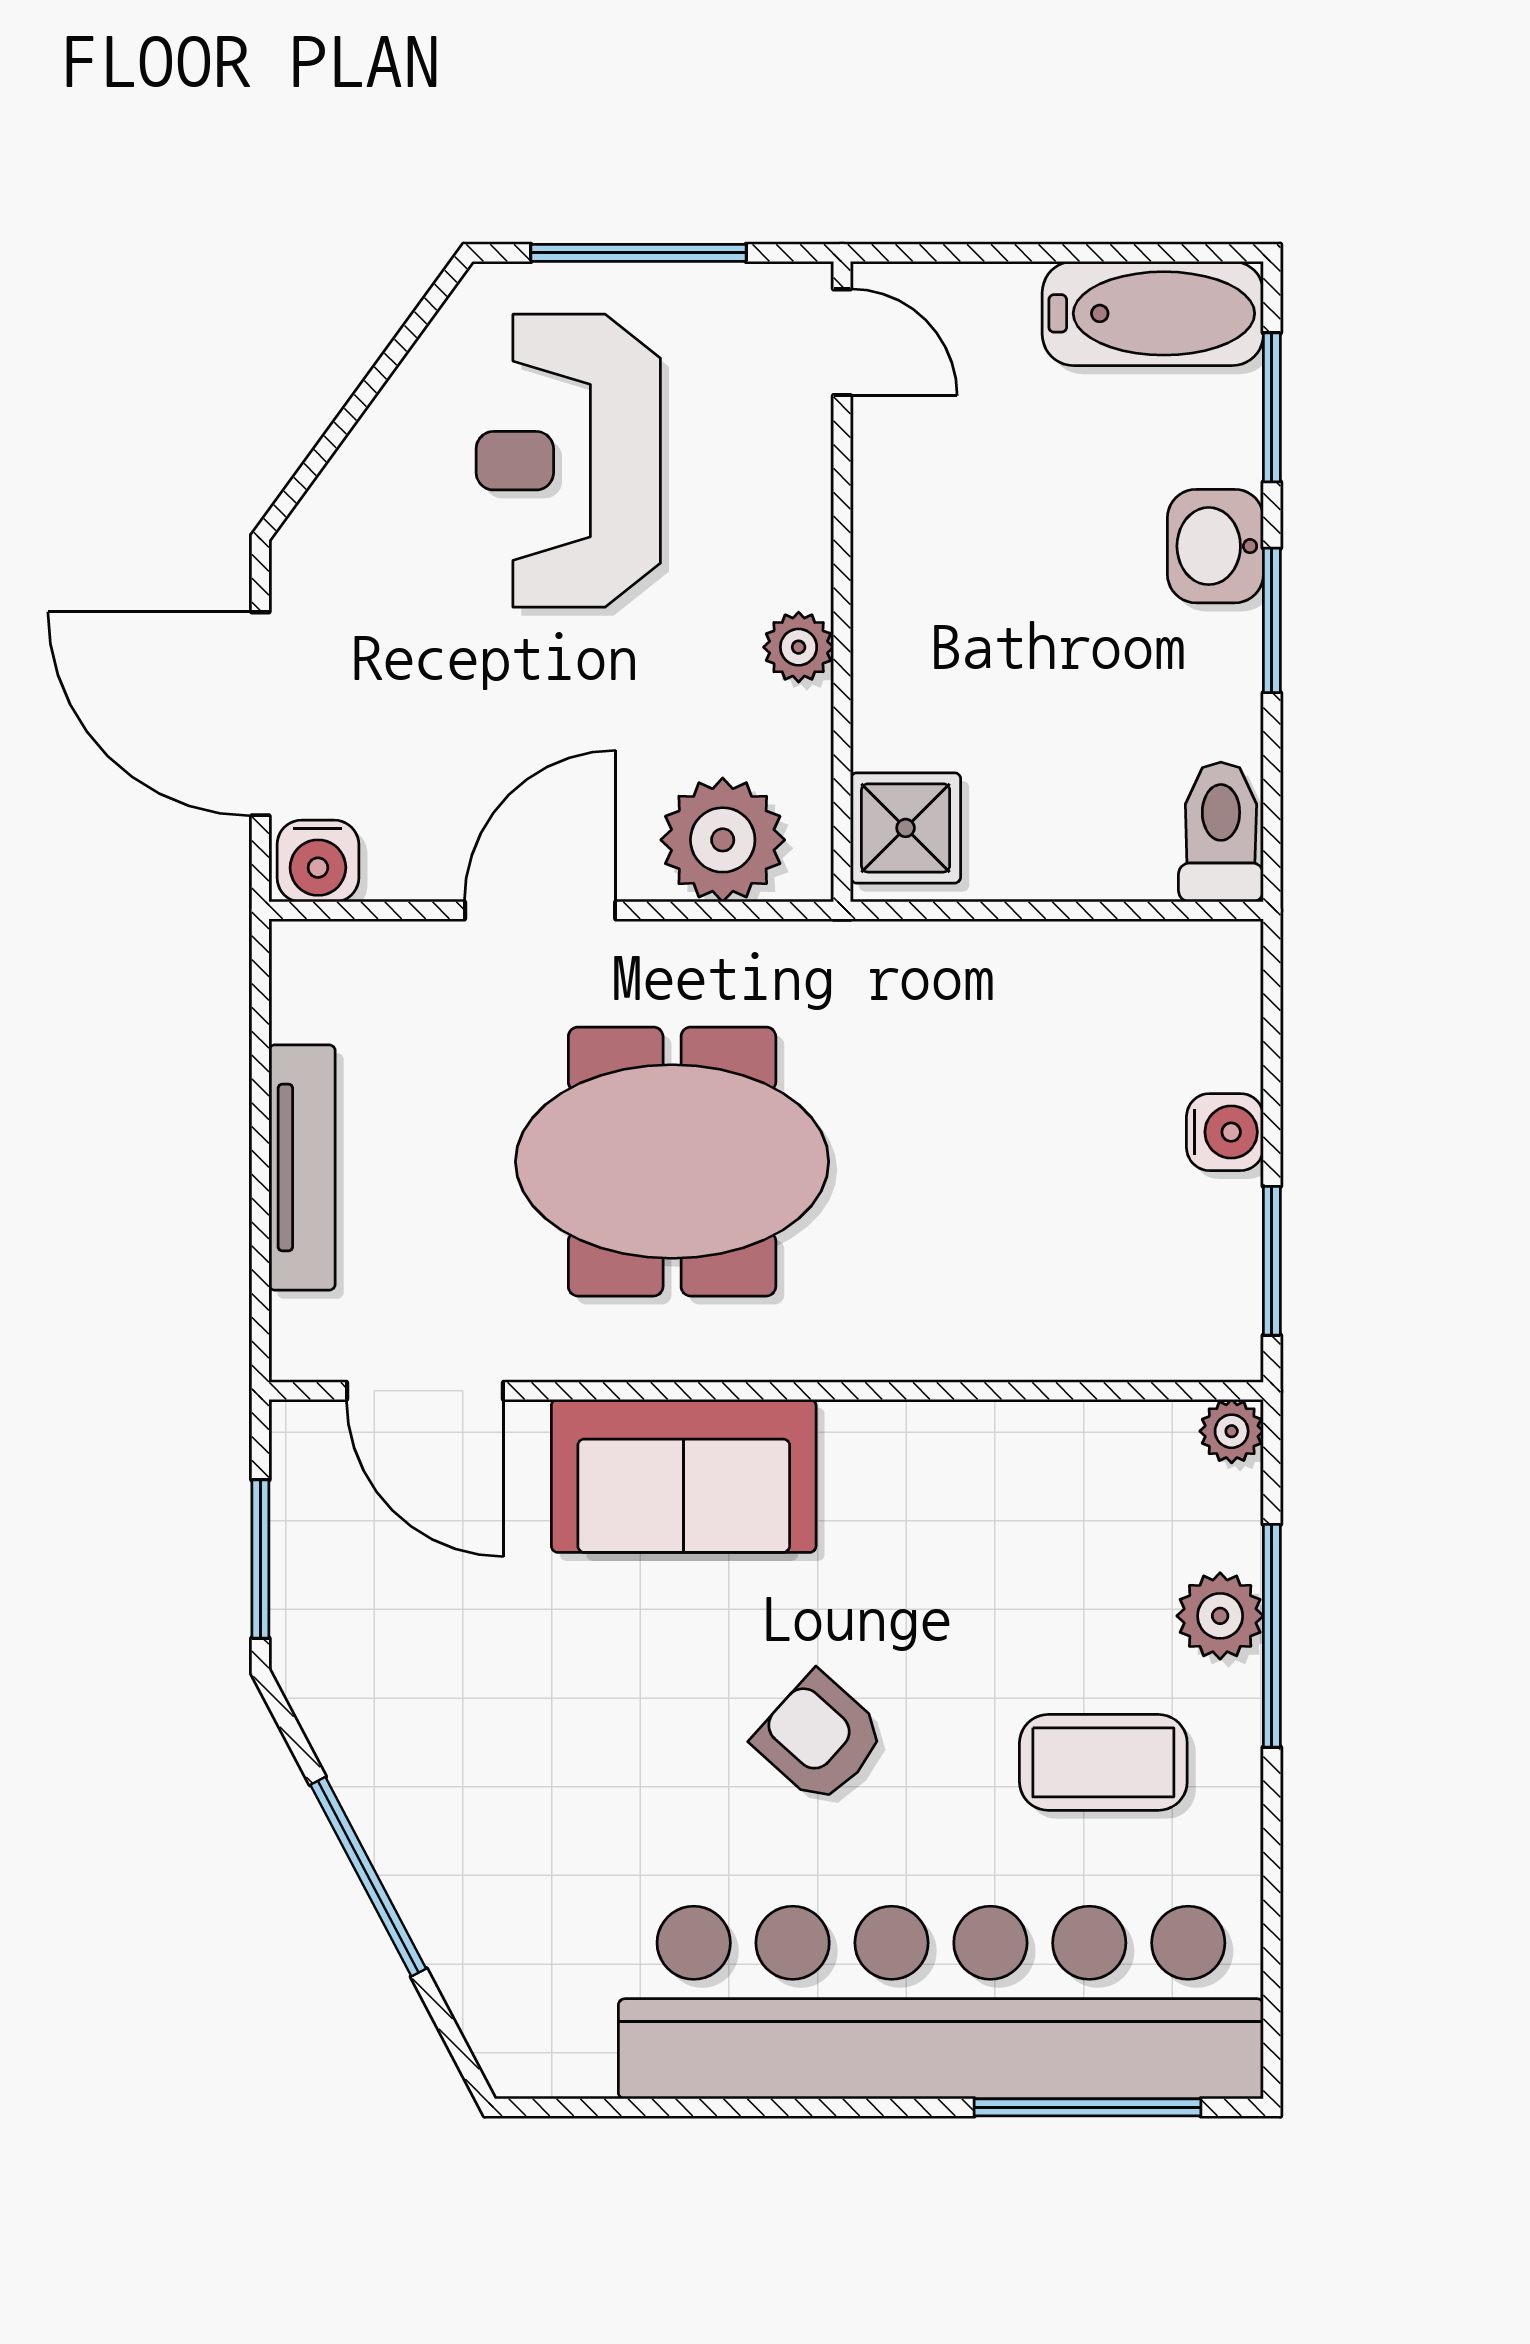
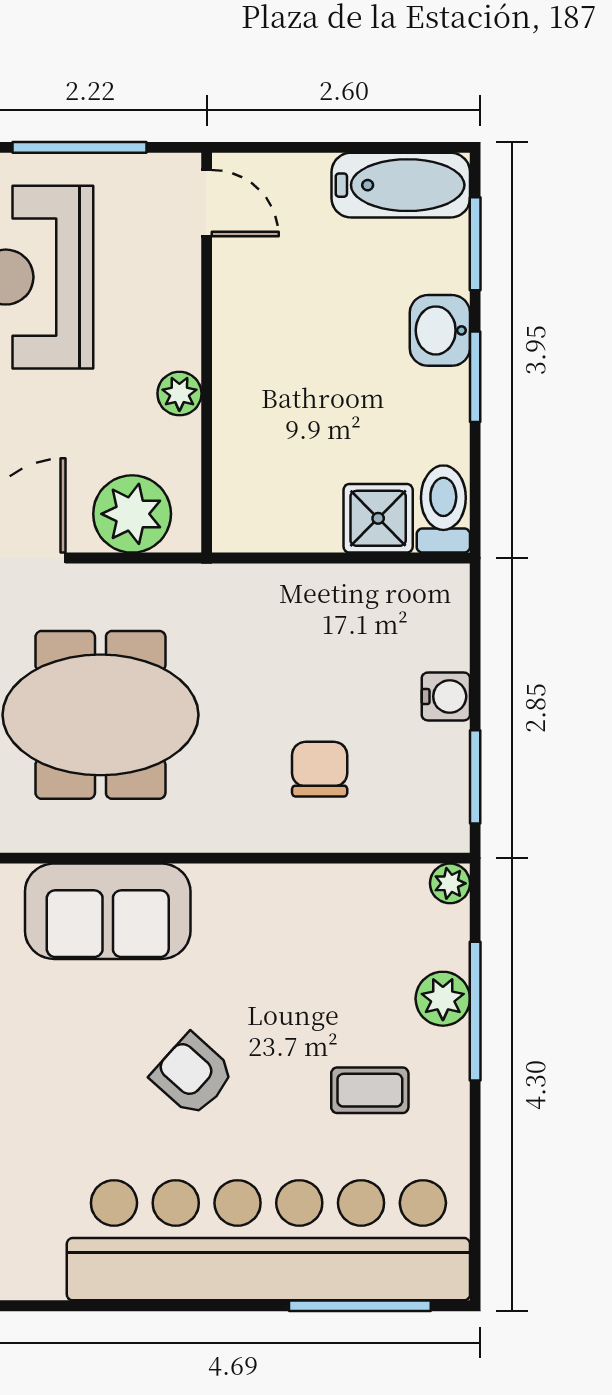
shower: (906, 828) -> (378, 518), moved
chair: (1023, 1248) -> (320, 769), added
coffee table: (1103, 1762) -> (370, 1090), width x0.73, depth x0.77

